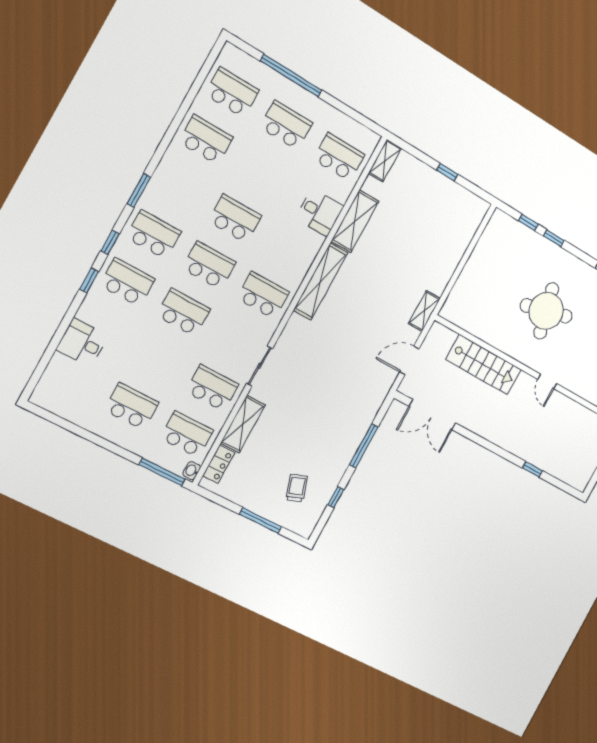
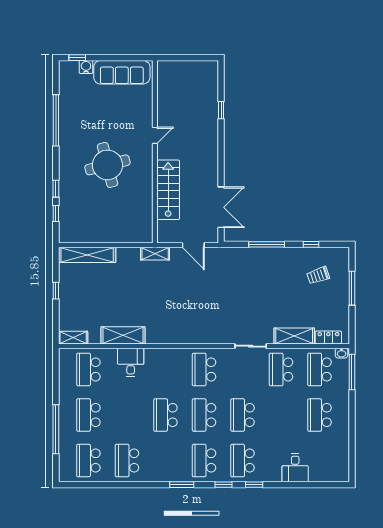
shelving: (321, 282) -> (87, 255), moved

